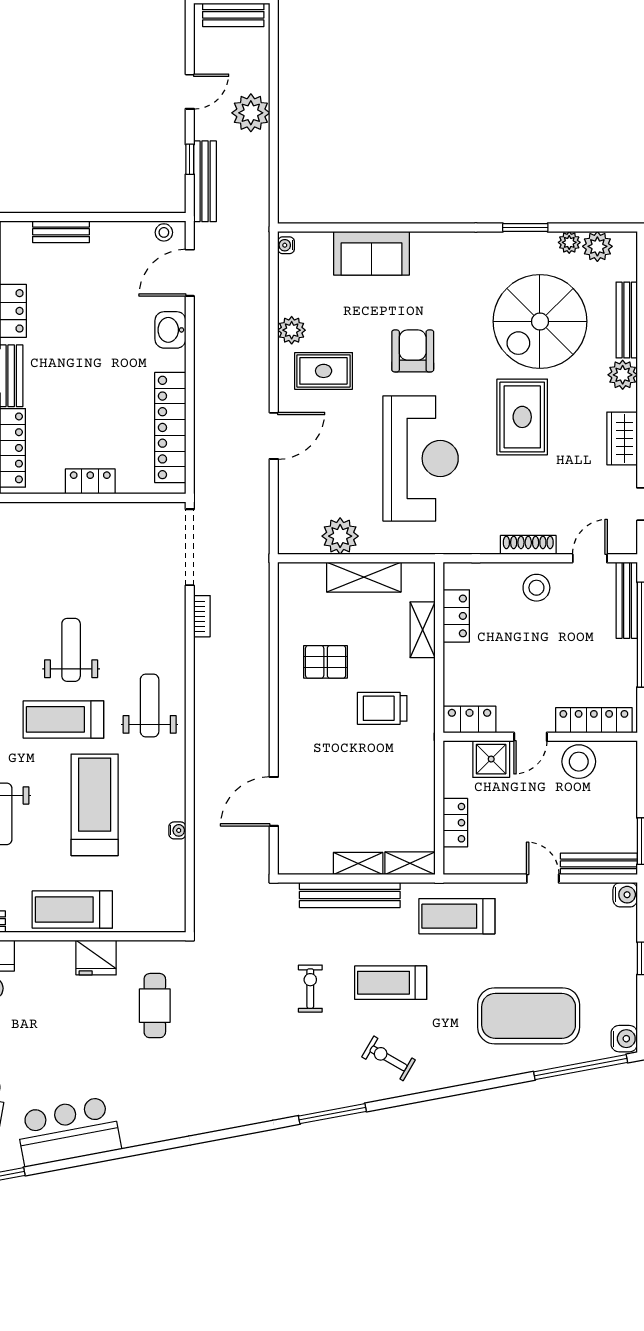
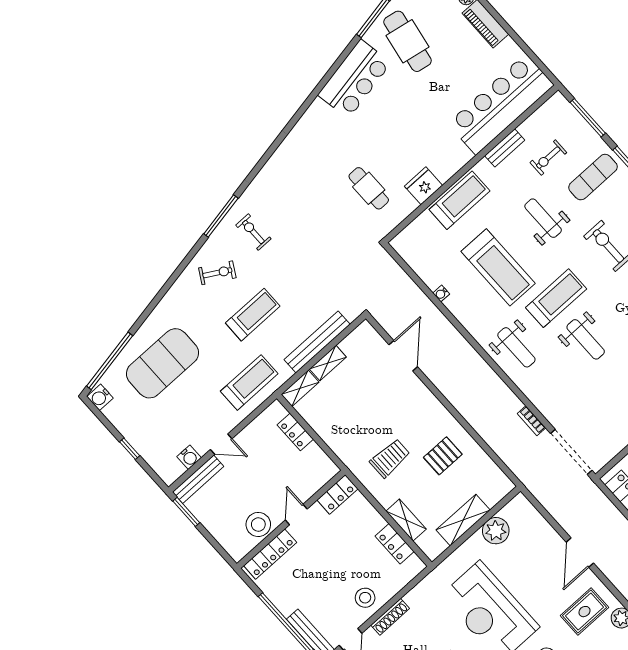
shower: (491, 759) -> (307, 484), removed
water cooler: (625, 895) -> (189, 457), moved, turned -90
exercise bike: (310, 989) -> (253, 232), moved, turned 180

